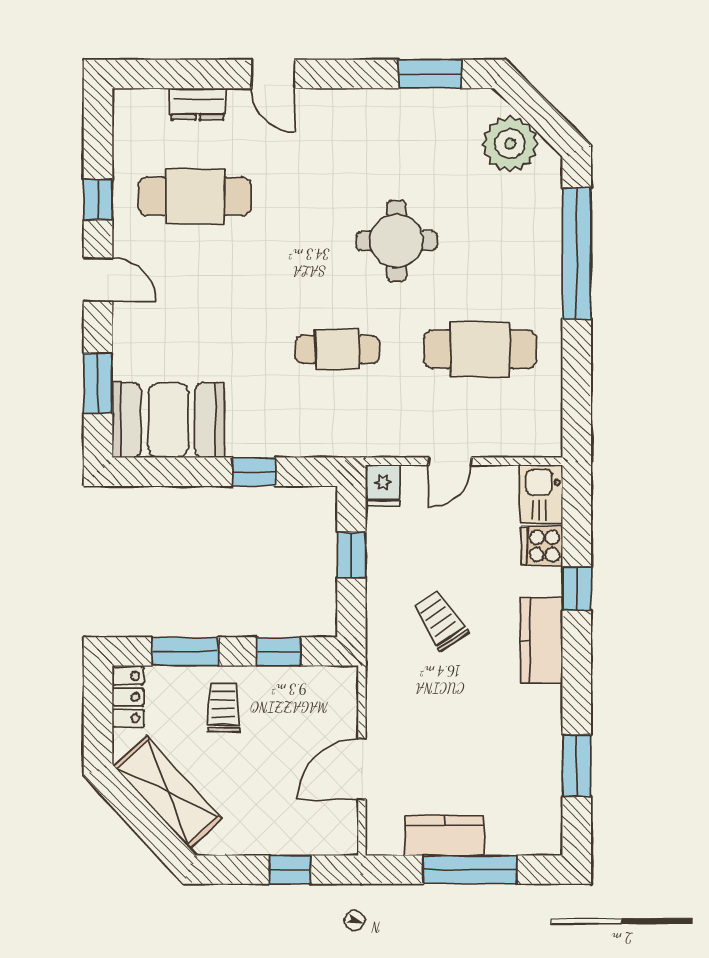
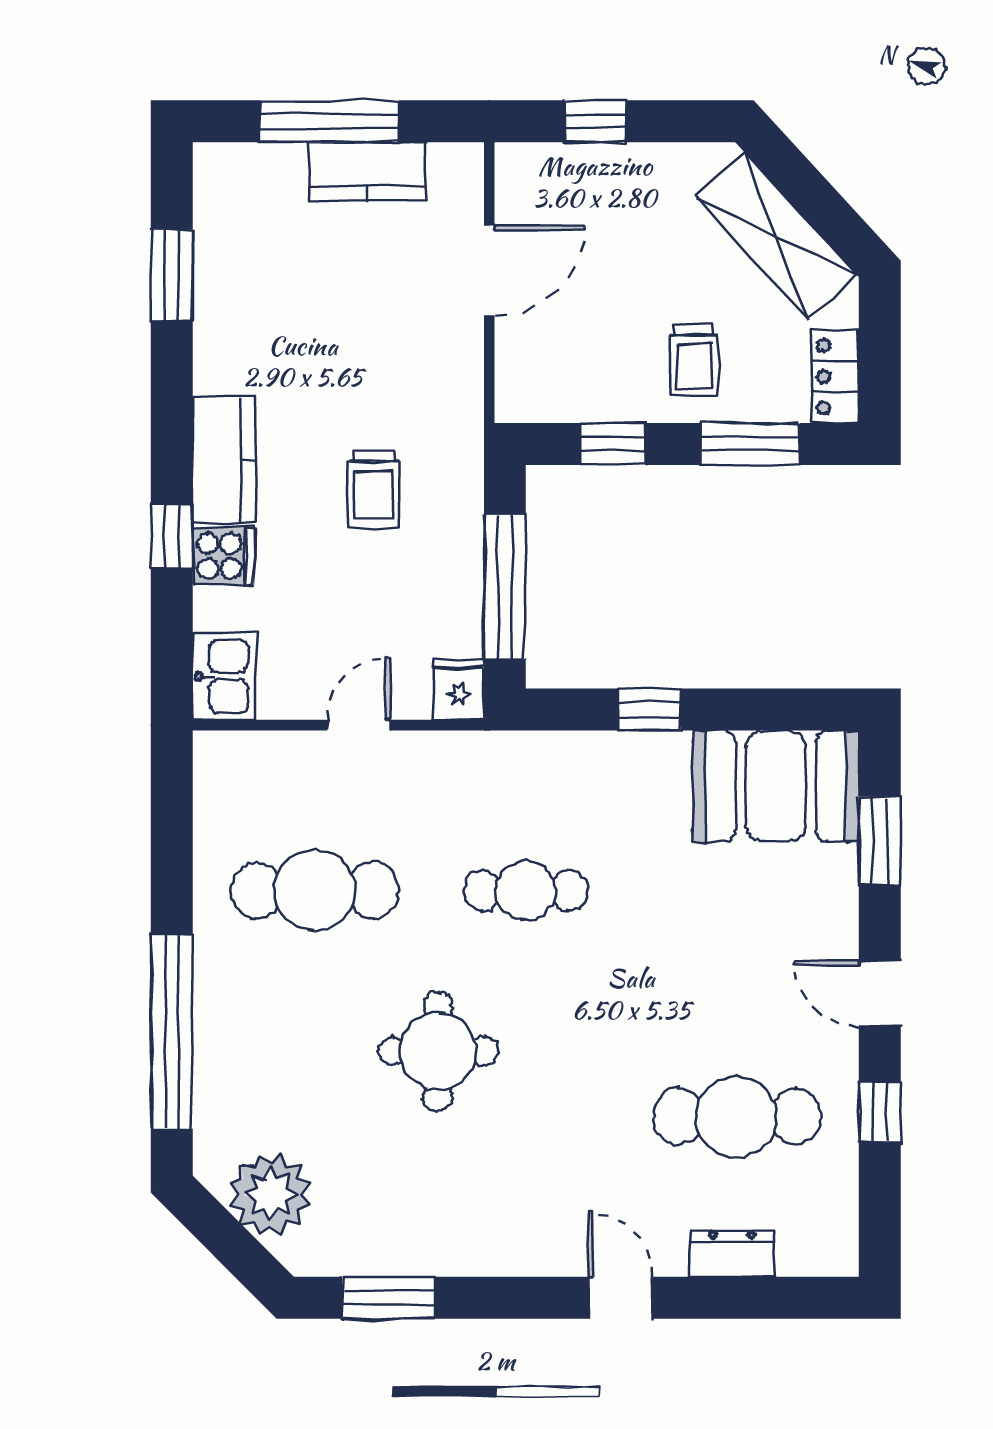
cooker: (542, 546) -> (223, 556), moved
window: (351, 555) -> (505, 587), width x2.17
trolley: (440, 621) -> (374, 489), turned 34

